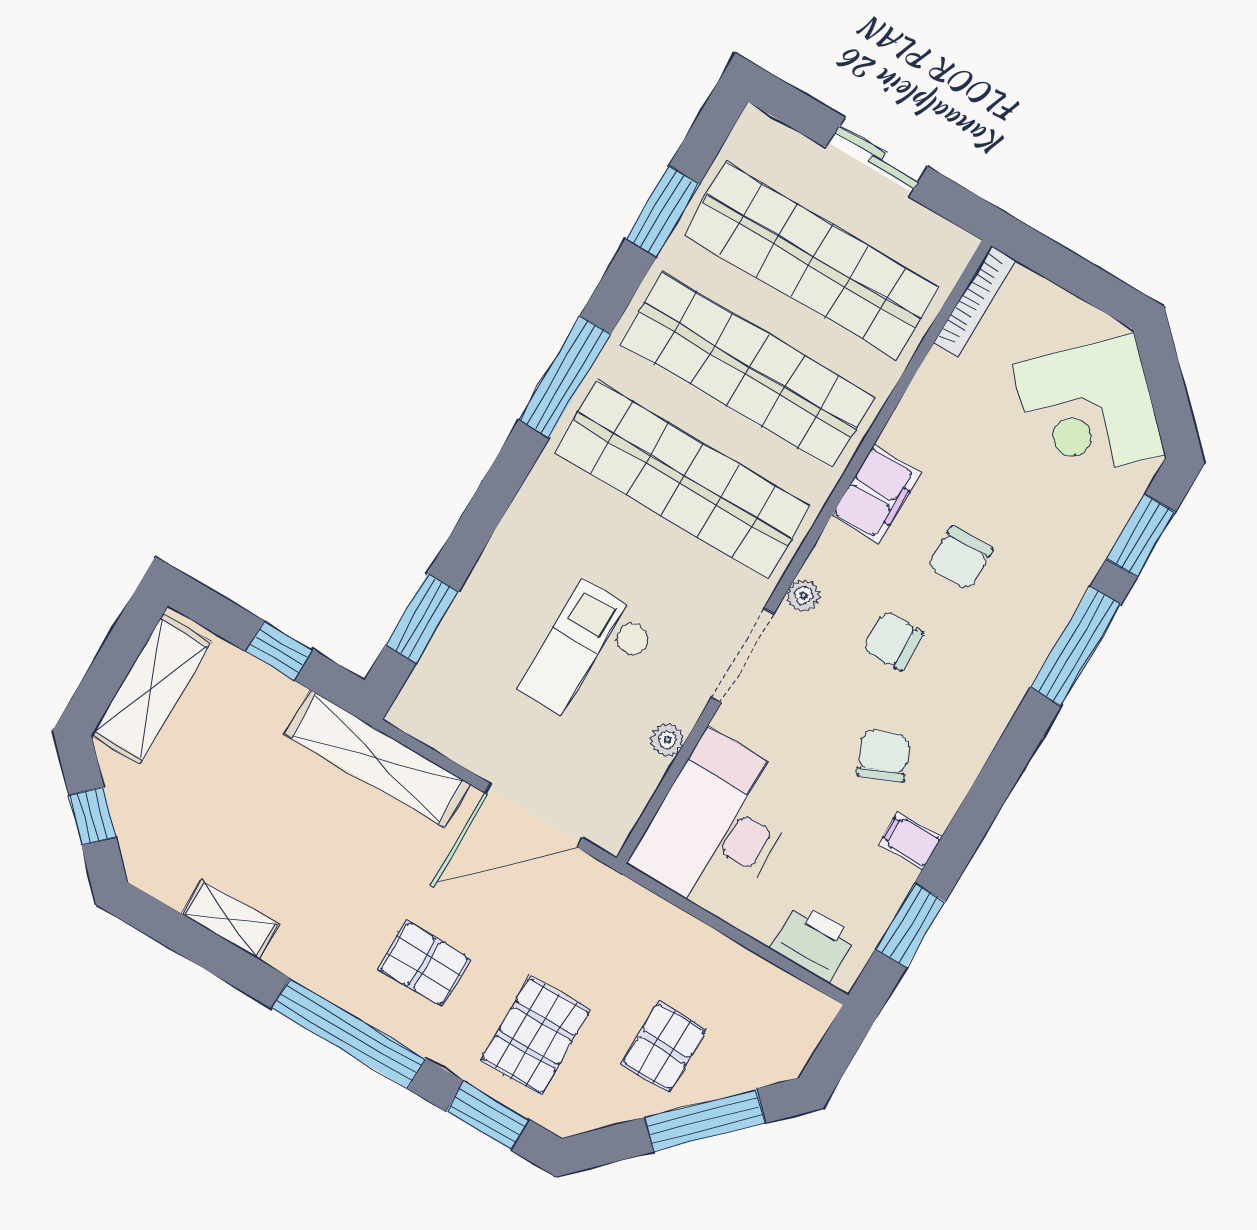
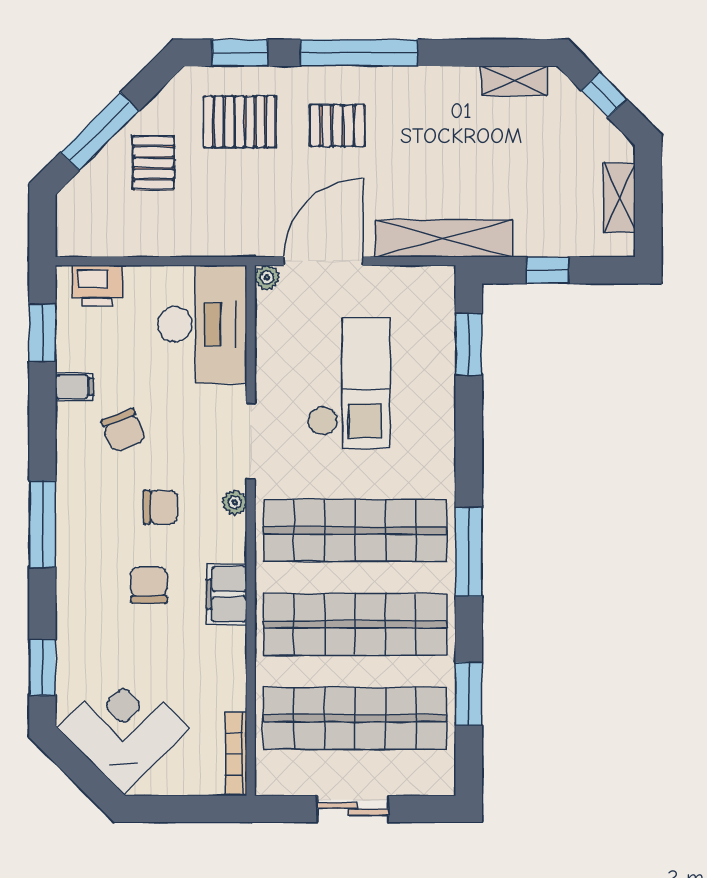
window: (1076, 646) -> (42, 524), moved
checkout: (588, 656) -> (349, 383), width x1.36, depth x1.21
shelving: (151, 689) -> (620, 198), width x0.67, depth x0.75
plant: (667, 740) -> (267, 277), moved
shelving: (230, 919) -> (514, 81), moved
pallet: (535, 1035) -> (240, 122), turned 90

